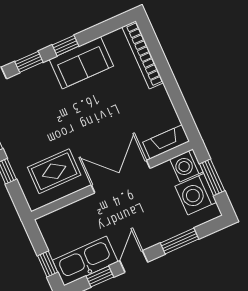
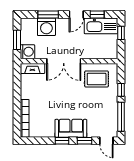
sofa: (81, 63) -> (71, 128), moved
washing machine: (196, 194) -> (46, 27), moved, turned 90

